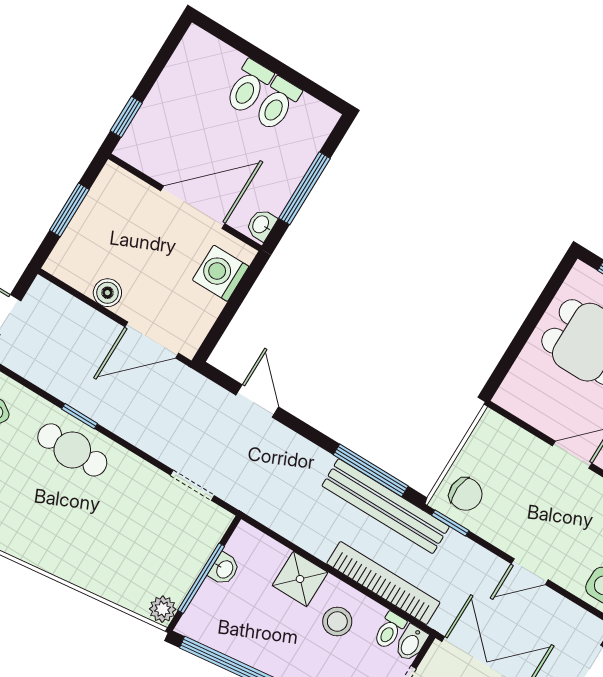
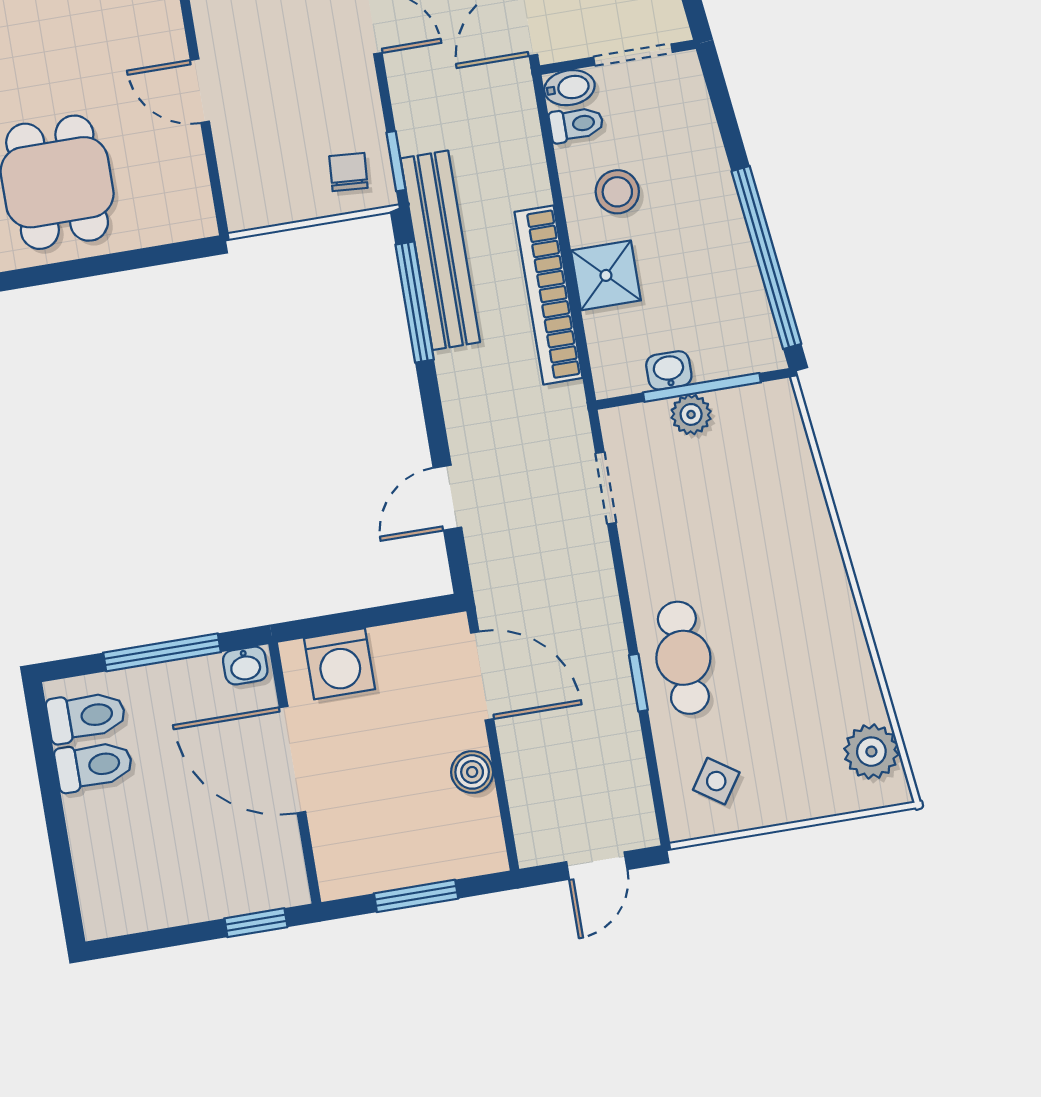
toilet: (249, 87) -> (86, 716), moved
chair: (466, 494) -> (348, 172), width x0.73, depth x0.73
bookcase: (383, 583) -> (548, 295), moved
plant: (163, 609) -> (691, 414), moved

